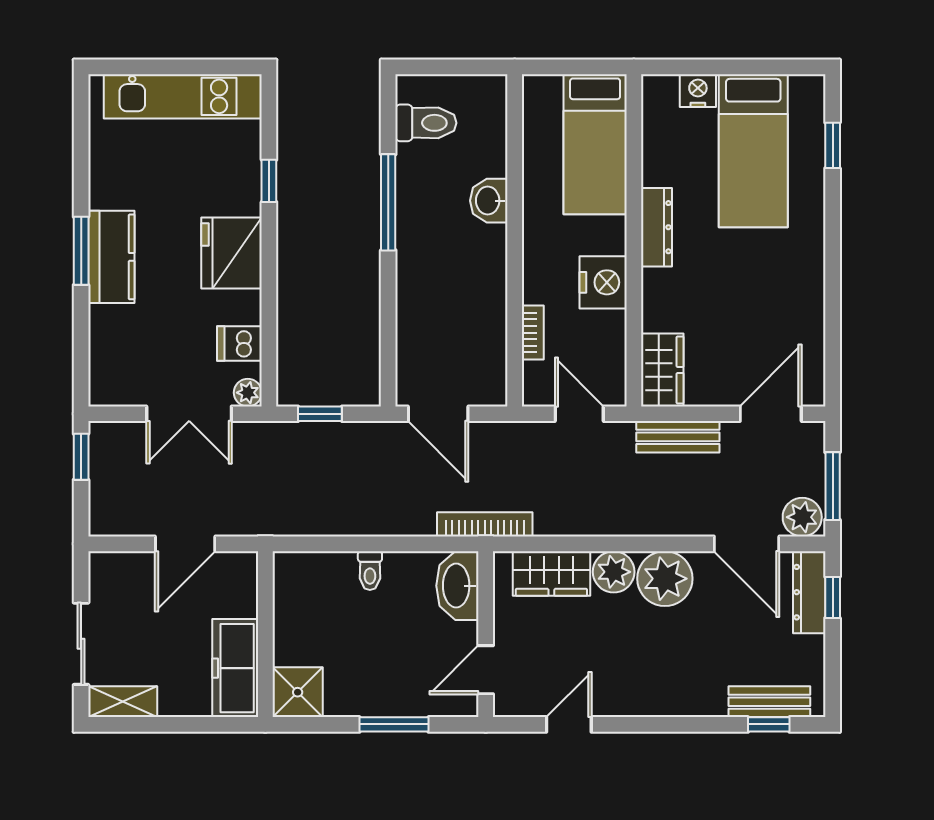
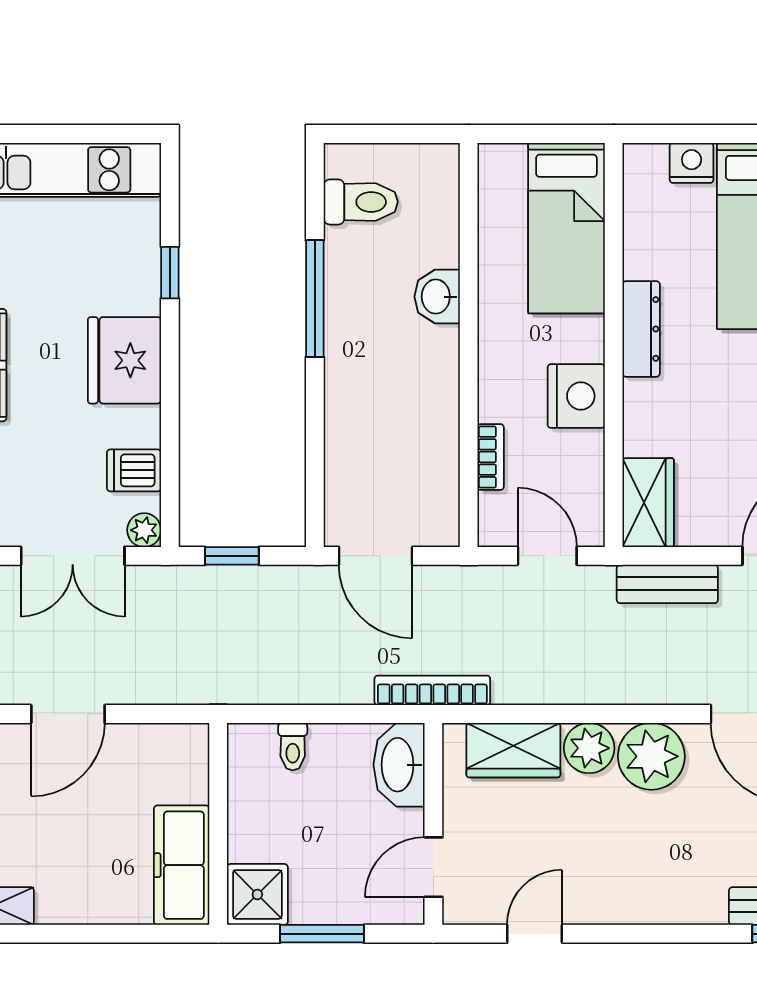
wall: (265, 634) -> (218, 824), moved
freezer: (235, 668) -> (182, 865), moved
shower: (298, 692) -> (257, 894), moved

